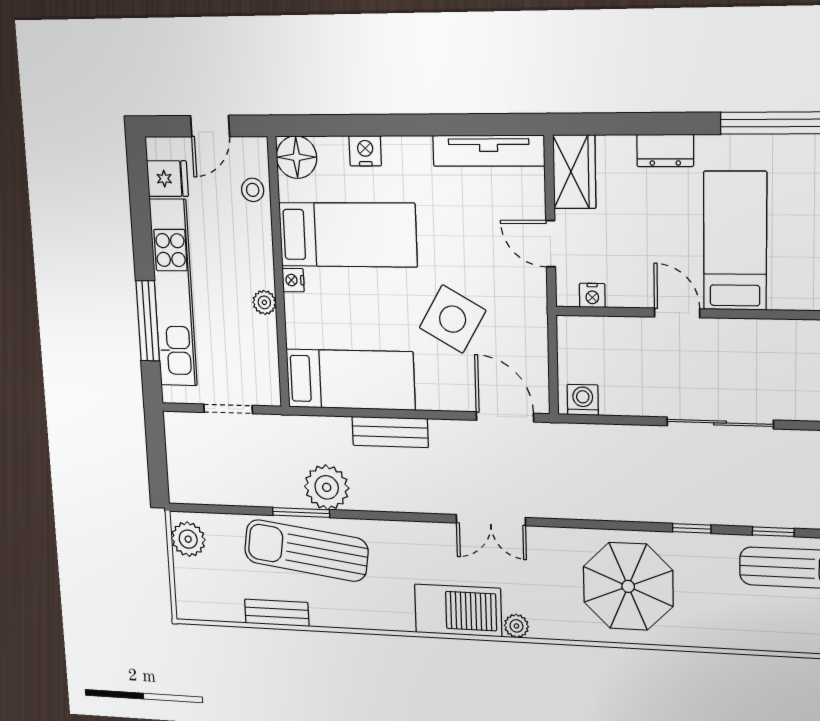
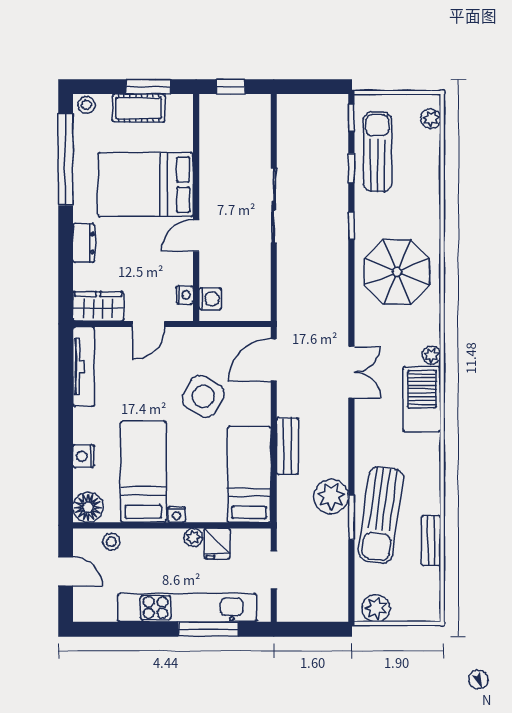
fridge: (167, 179) -> (217, 544), moved, turned 180
bed: (735, 241) -> (146, 185), width x1.50
washing machine: (583, 400) -> (210, 299), moved, turned 180

